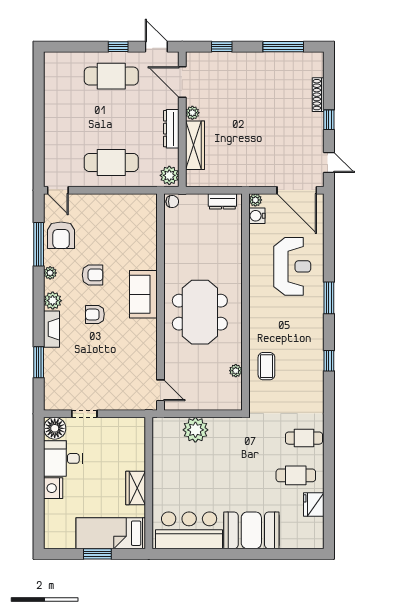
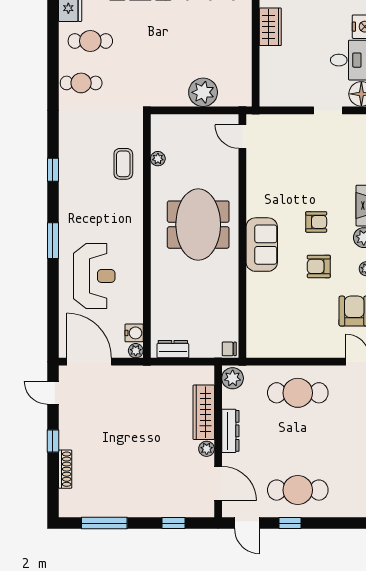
reception desk: (292, 266) -> (94, 276), turned 180

